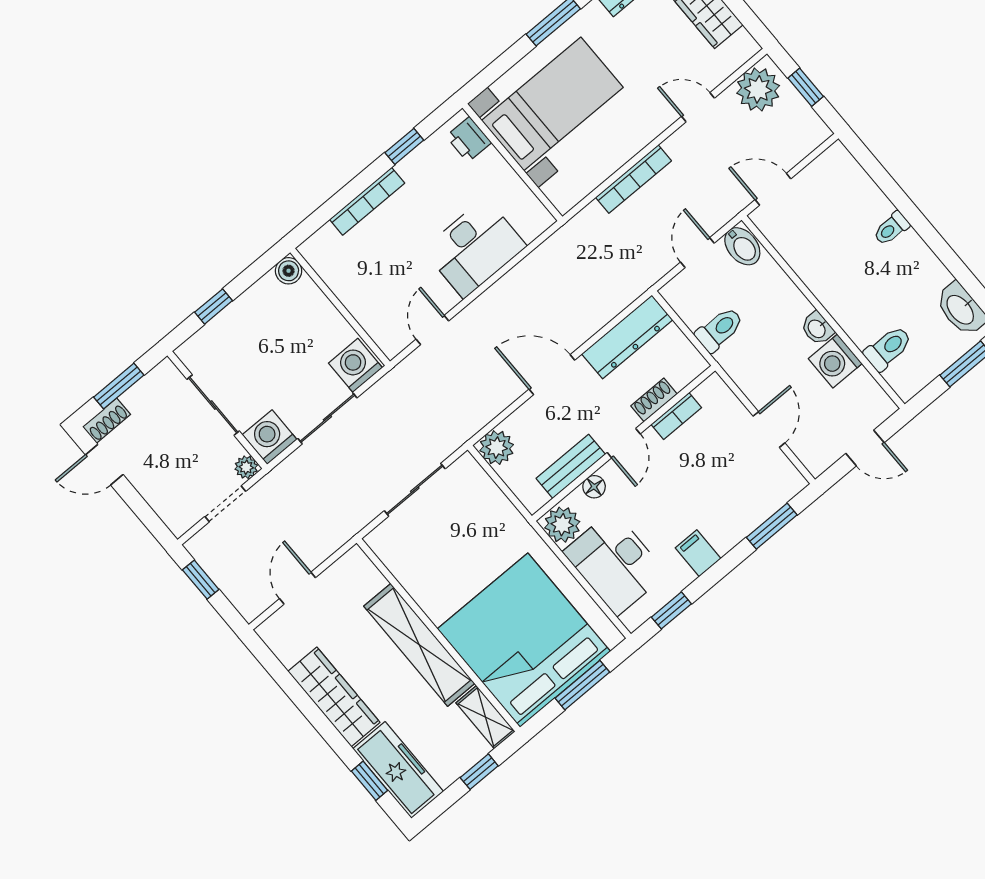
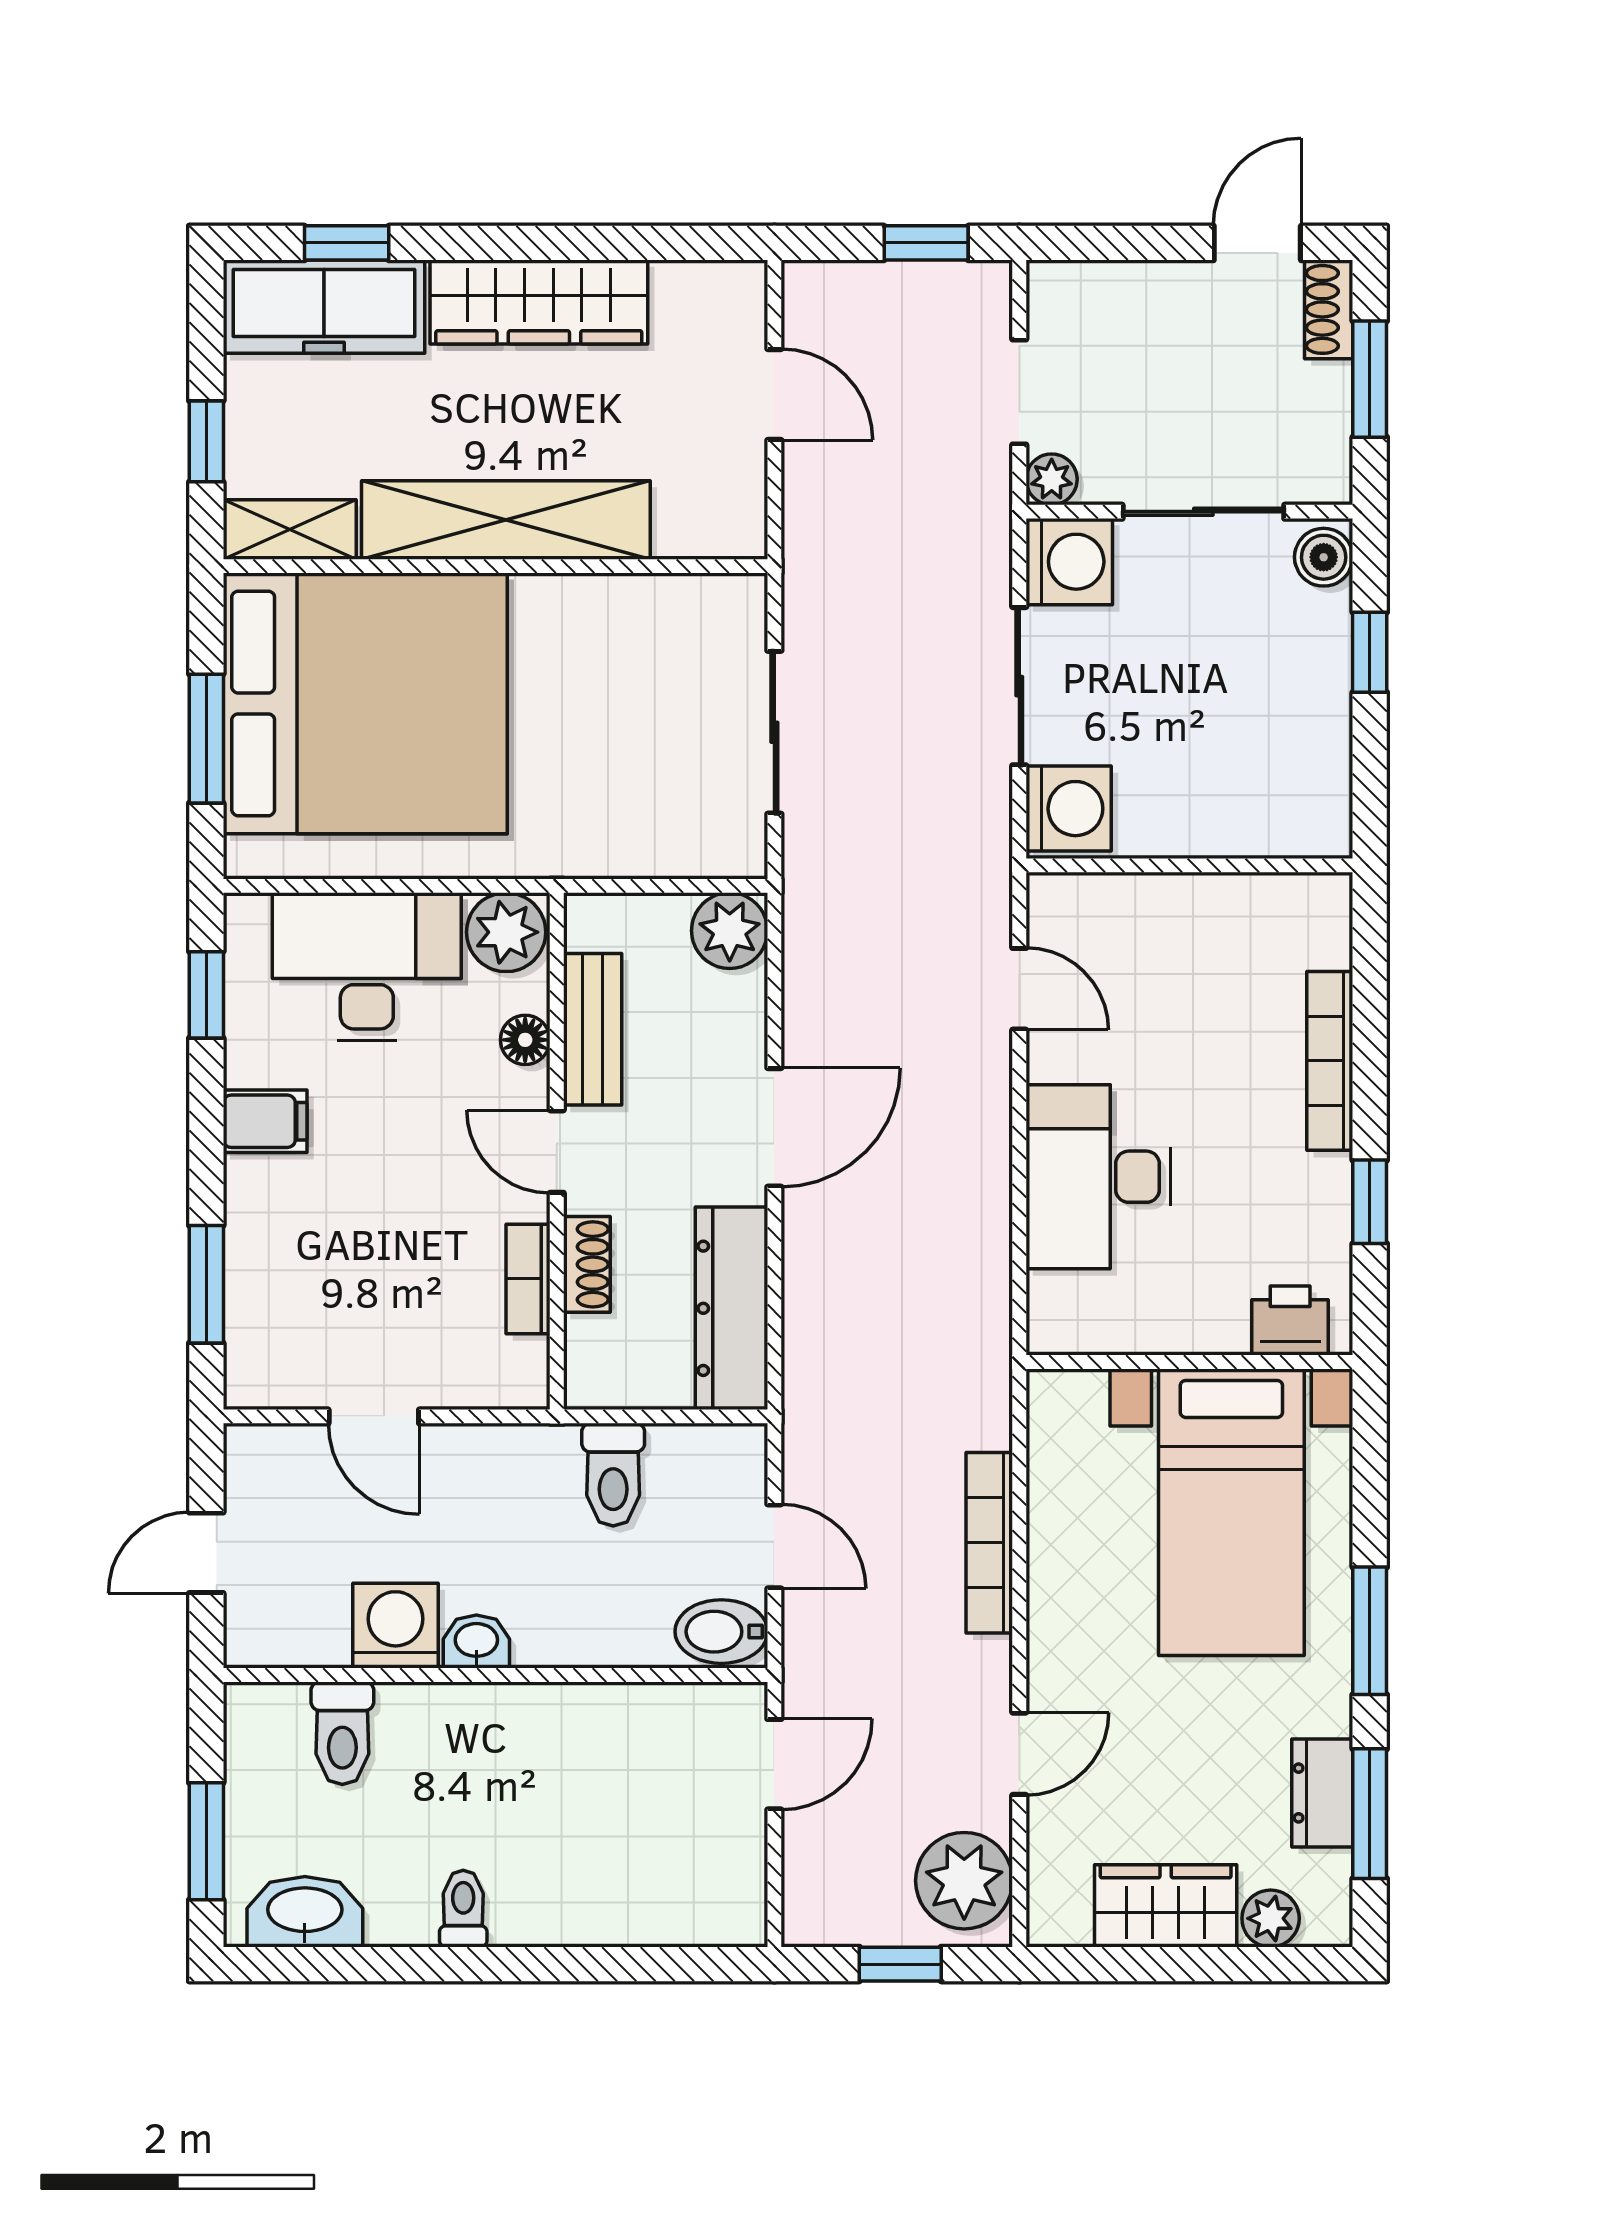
toilet: (891, 228) -> (463, 1909), moved
boiler: (289, 271) -> (1324, 557), moved

